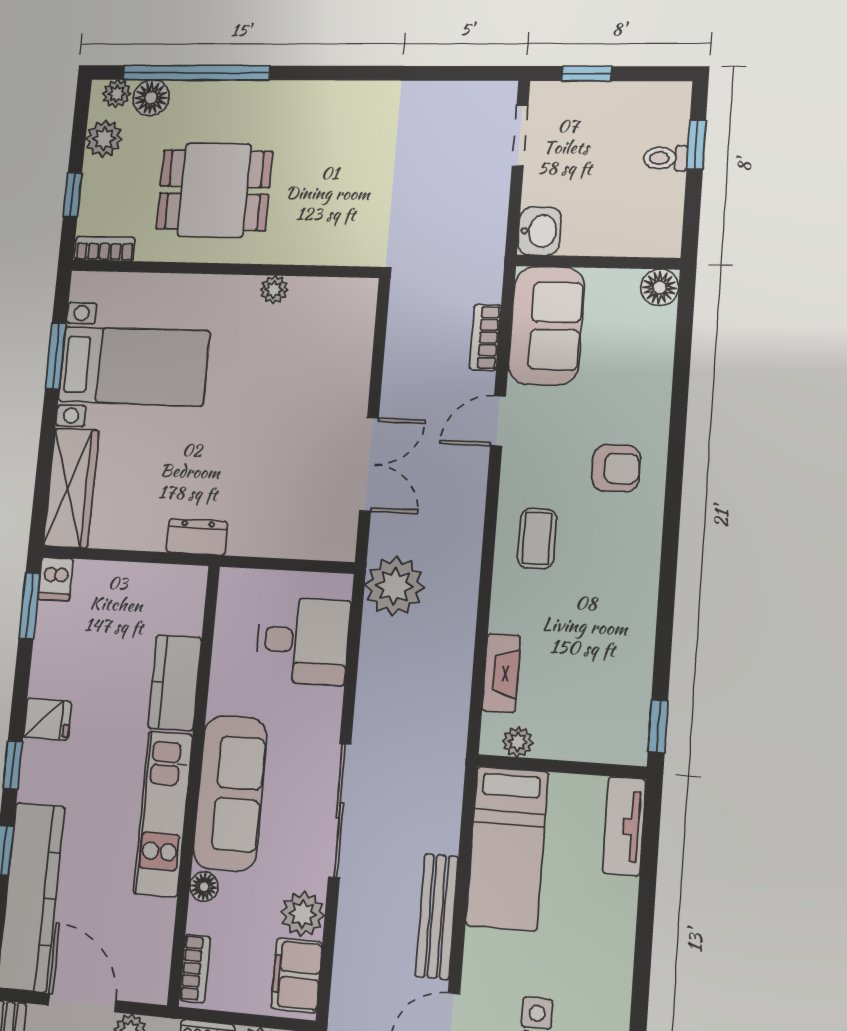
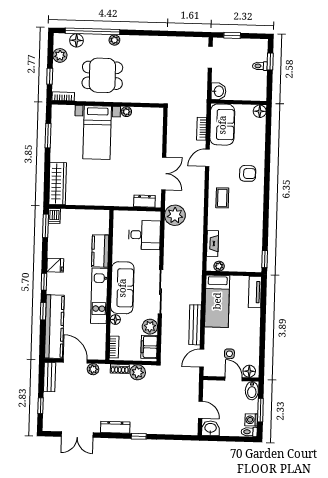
plant: (117, 94) -> (114, 40), moved
bed with nightstands: (134, 366) -> (97, 133), moved, turned 90
dresser: (197, 537) -> (144, 201), moved

